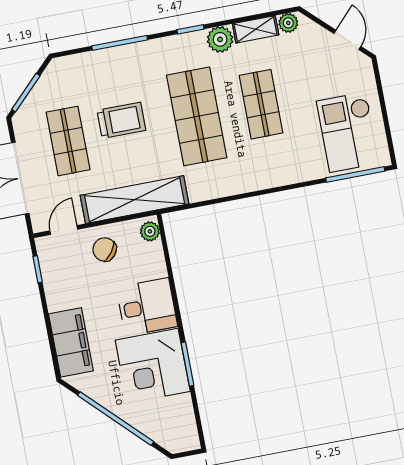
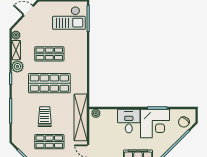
chair: (105, 249) -> (184, 122), moved

